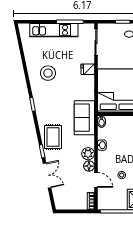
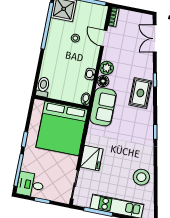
fridge: (88, 69) -> (92, 158), width x1.88, depth x1.34
stool: (48, 73) -> (141, 177), moved
floor lamp: (89, 166) -> (103, 81), moved
double door: (47, 176) -> (155, 38), moved

